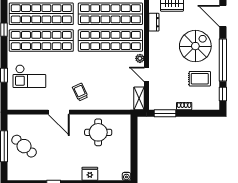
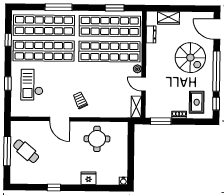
spiral stairs: (195, 46) -> (190, 58), turned 90
checkout: (29, 76) -> (32, 85), turned 90
rug: (200, 79) -> (197, 102), moved, turned 90

